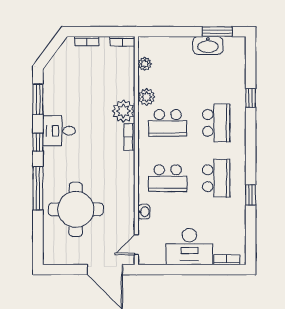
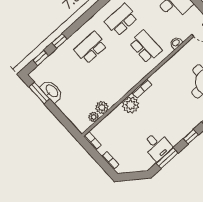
window: (251, 64) -> (41, 58), added
plant: (147, 97) -> (102, 108), moved
school desk: (168, 123) -> (115, 74), removed
desk: (59, 131) -> (157, 146), moved

